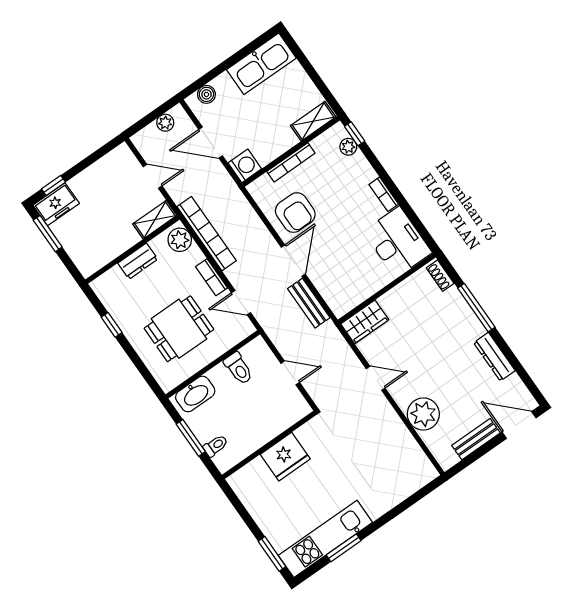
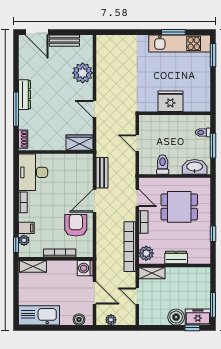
filing cabinet: (356, 165) -> (26, 228), added
boiler: (84, 185) -> (176, 317), added
dresser: (494, 357) -> (25, 95), moved

